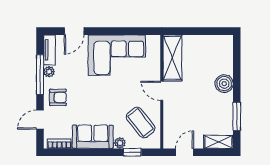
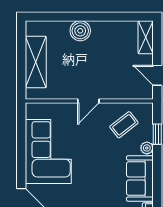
shelving: (172, 58) -> (36, 62), moved, turned 90
window: (237, 116) -> (117, 17), removed
coffee table: (141, 123) -> (124, 125), width x0.73, depth x0.77

